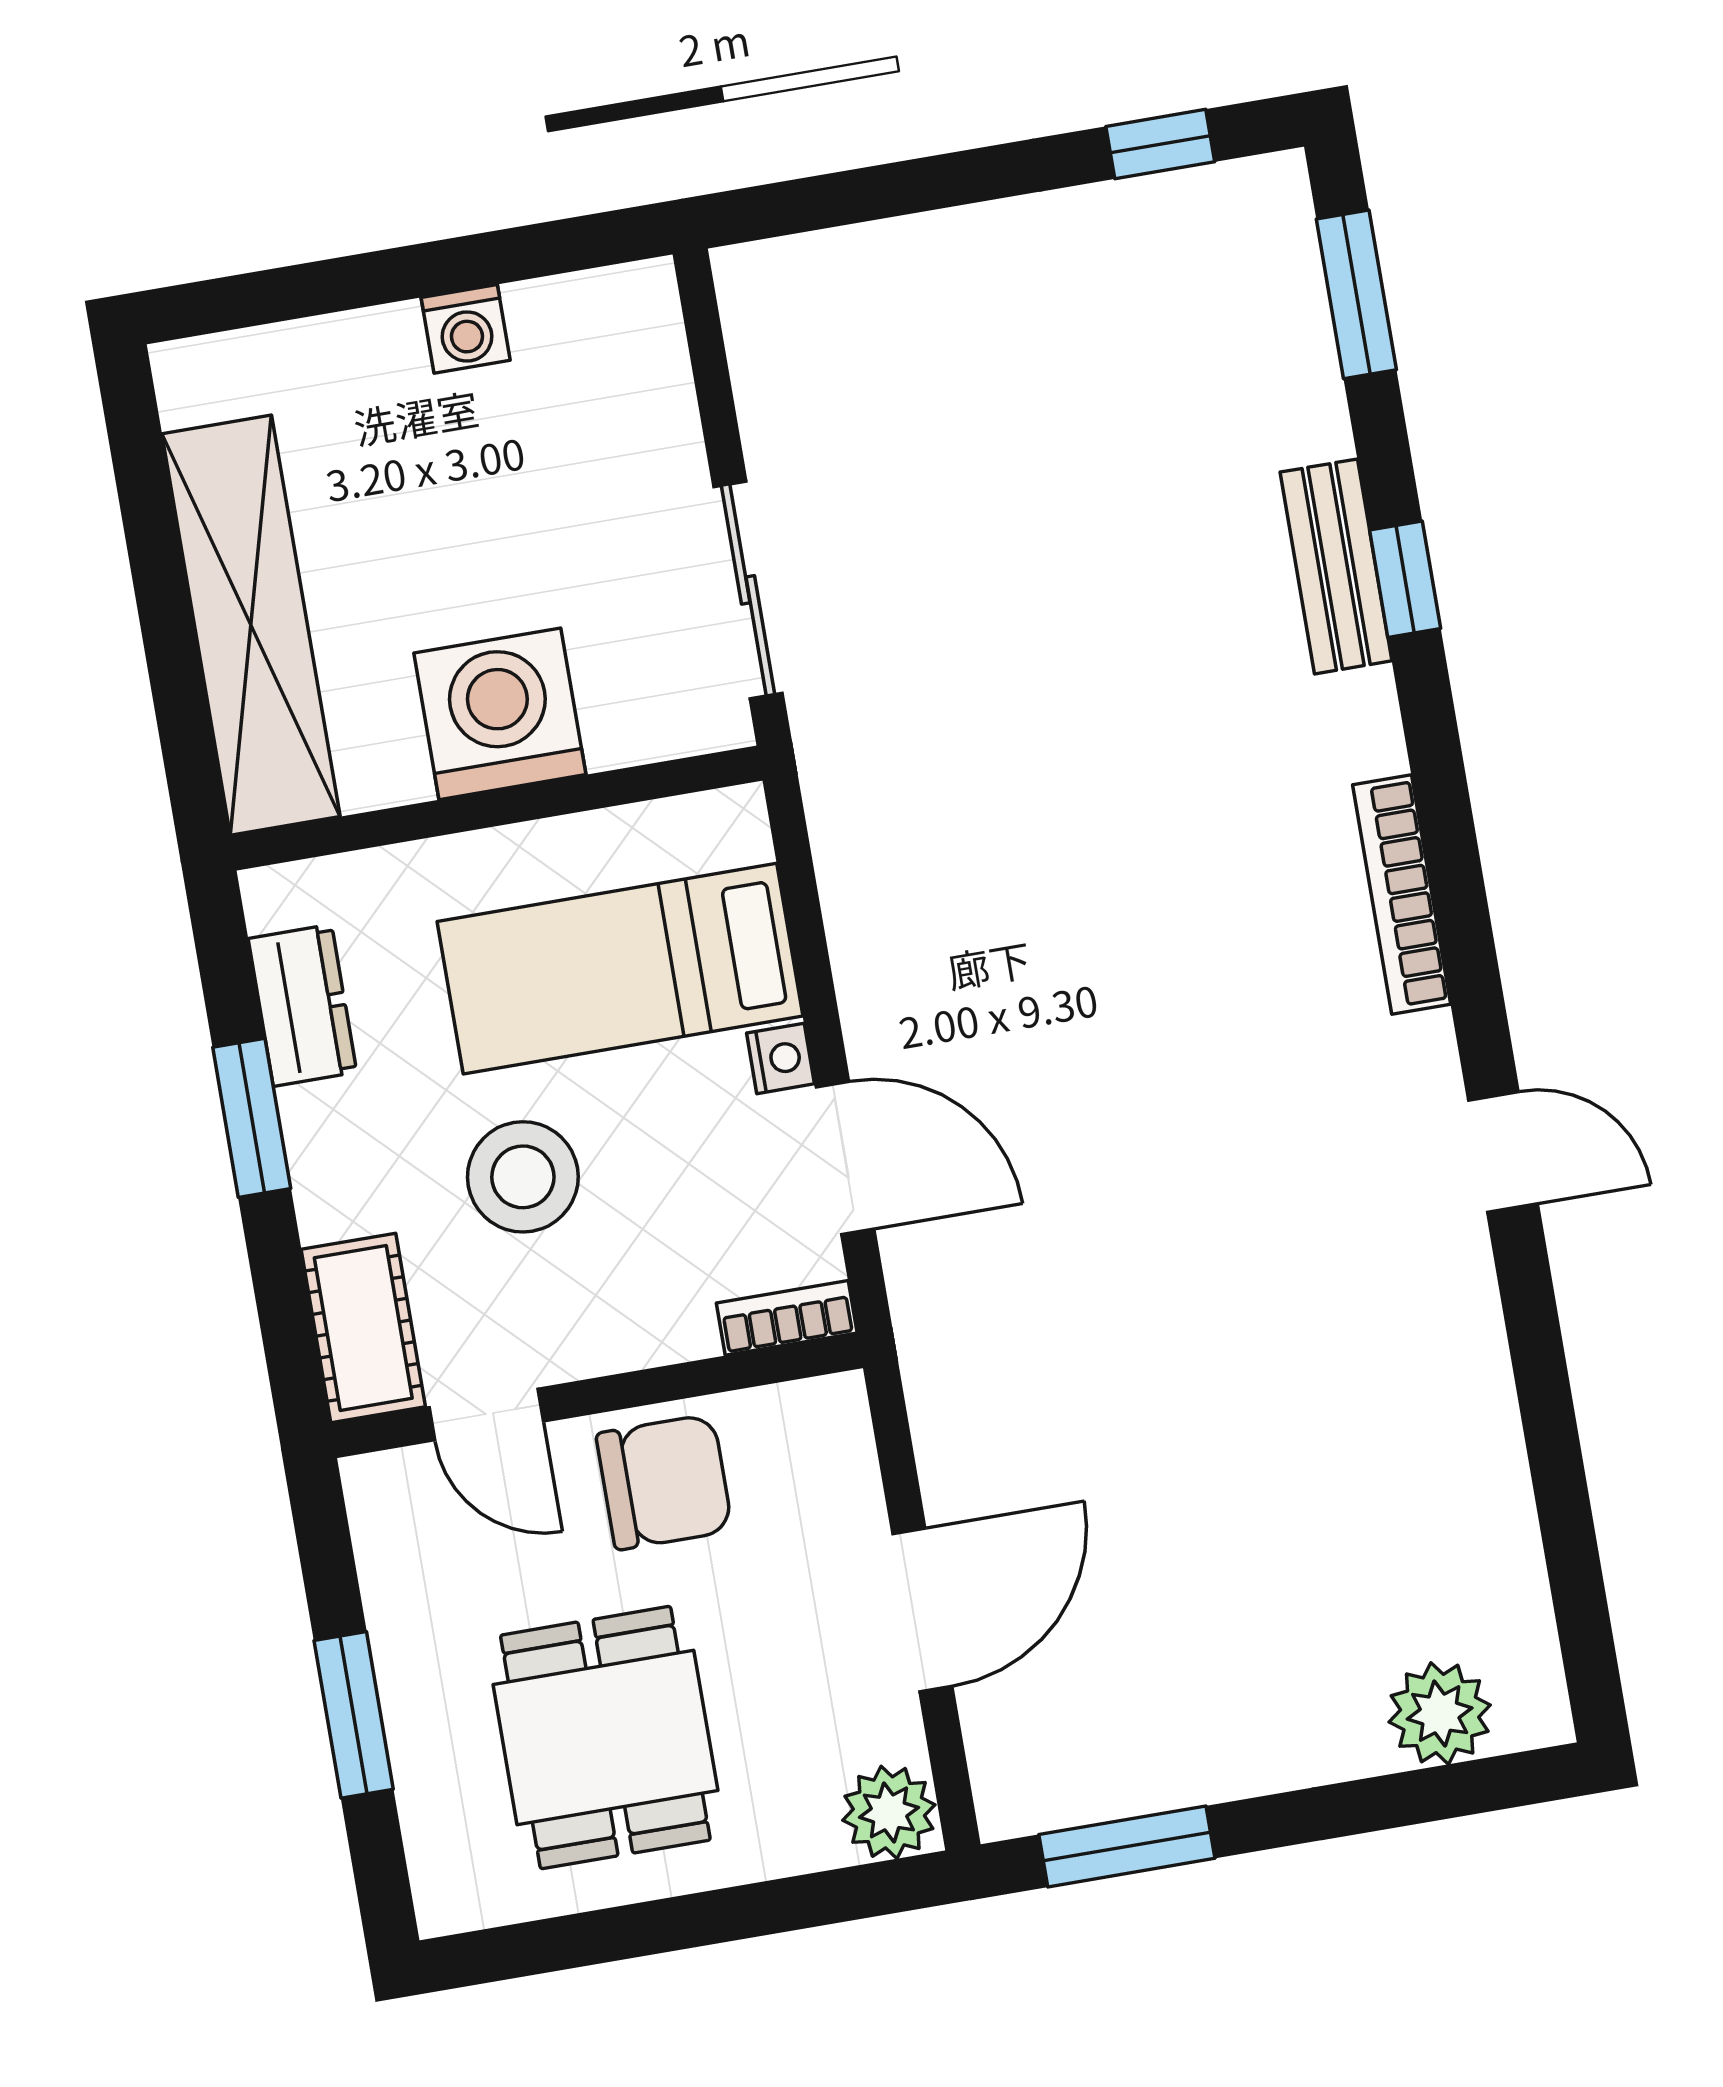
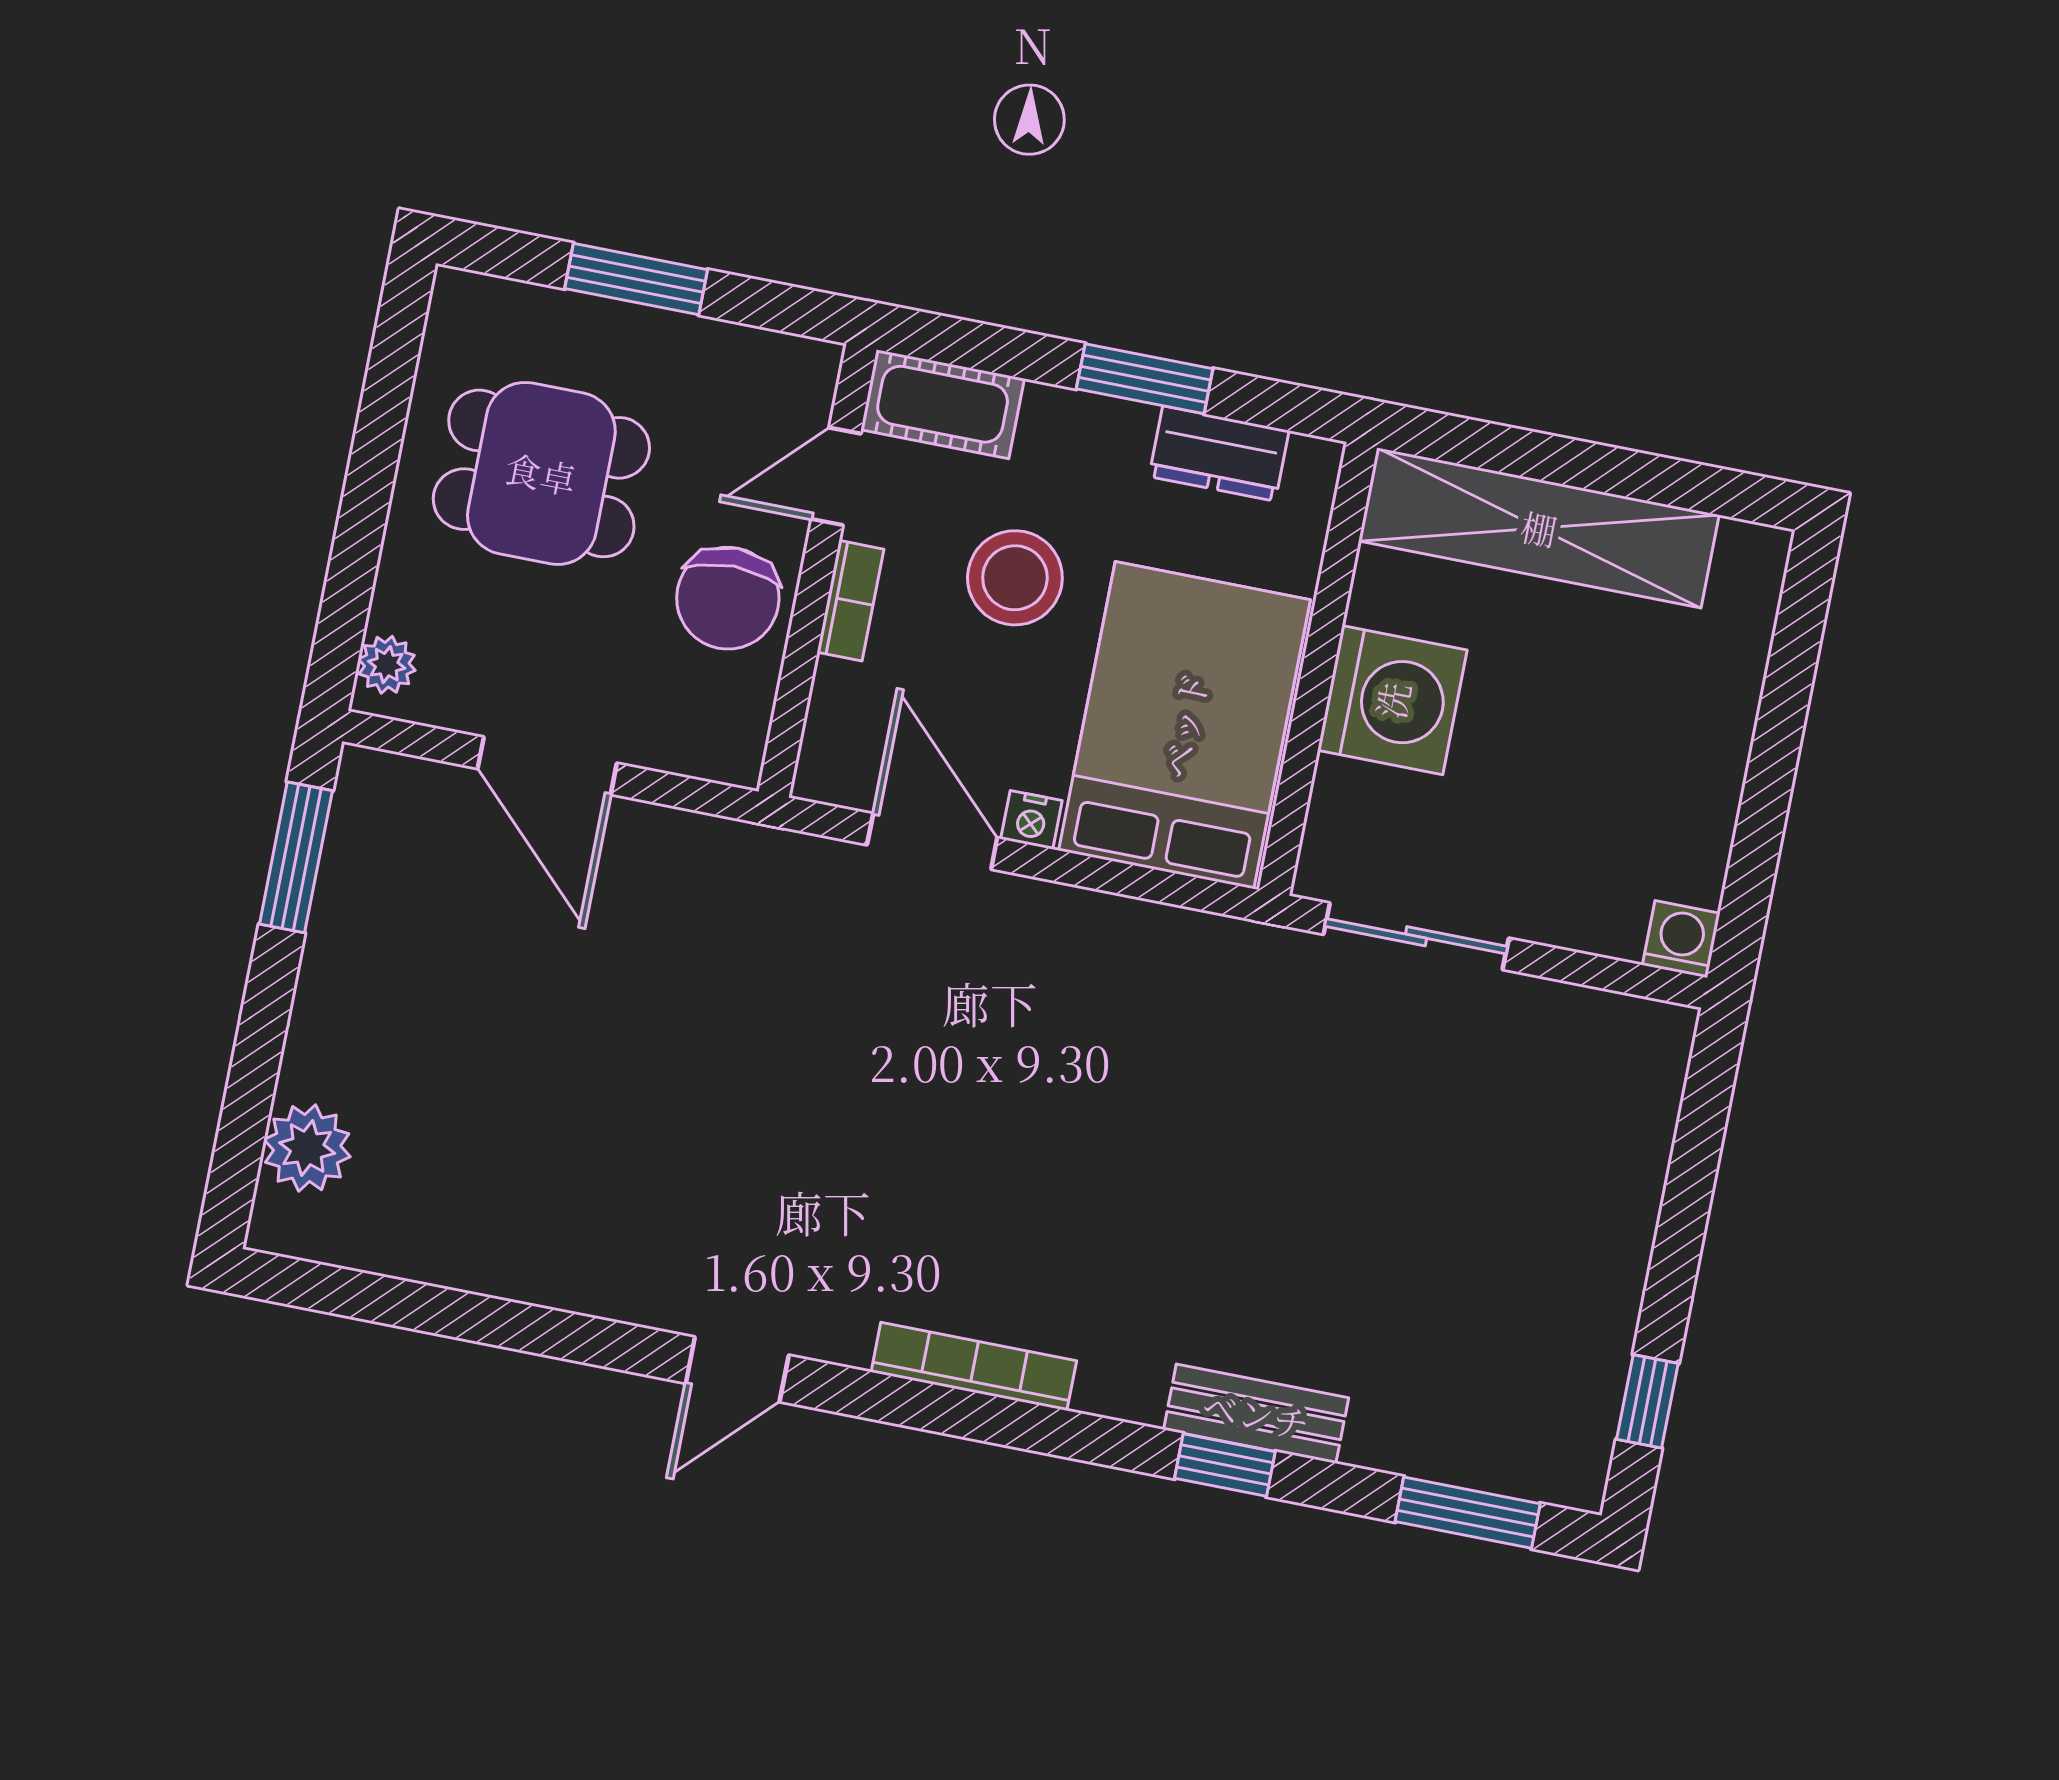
washing machine: (466, 329) -> (1681, 939), moved, turned 90
bed: (620, 969) -> (1184, 725), width x1.50
door: (845, 1158) -> (932, 841), swing flipped
bookcase: (787, 1318) -> (850, 601), moved
plant: (889, 1812) -> (387, 665), width x0.73, depth x0.73

